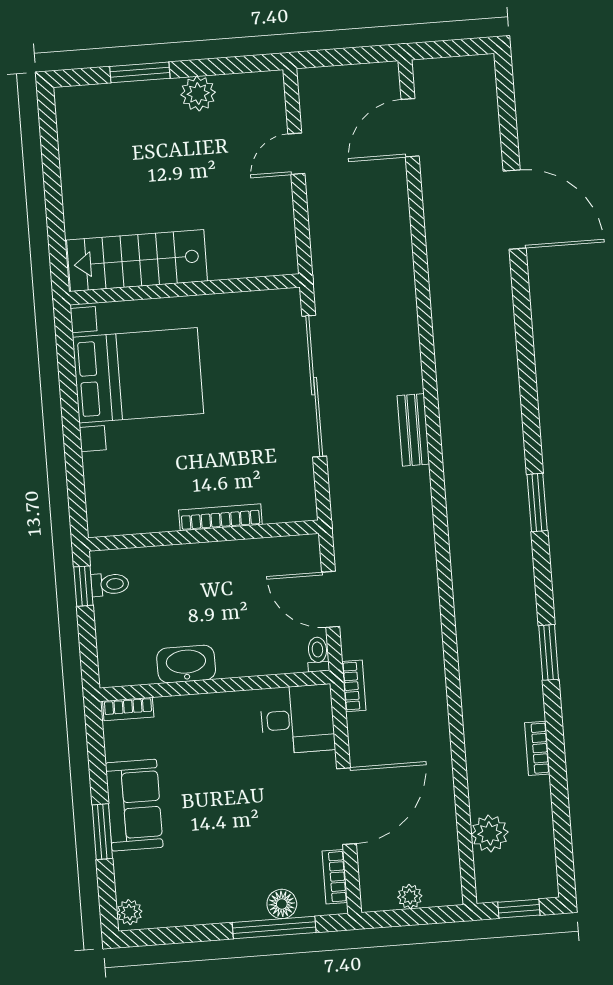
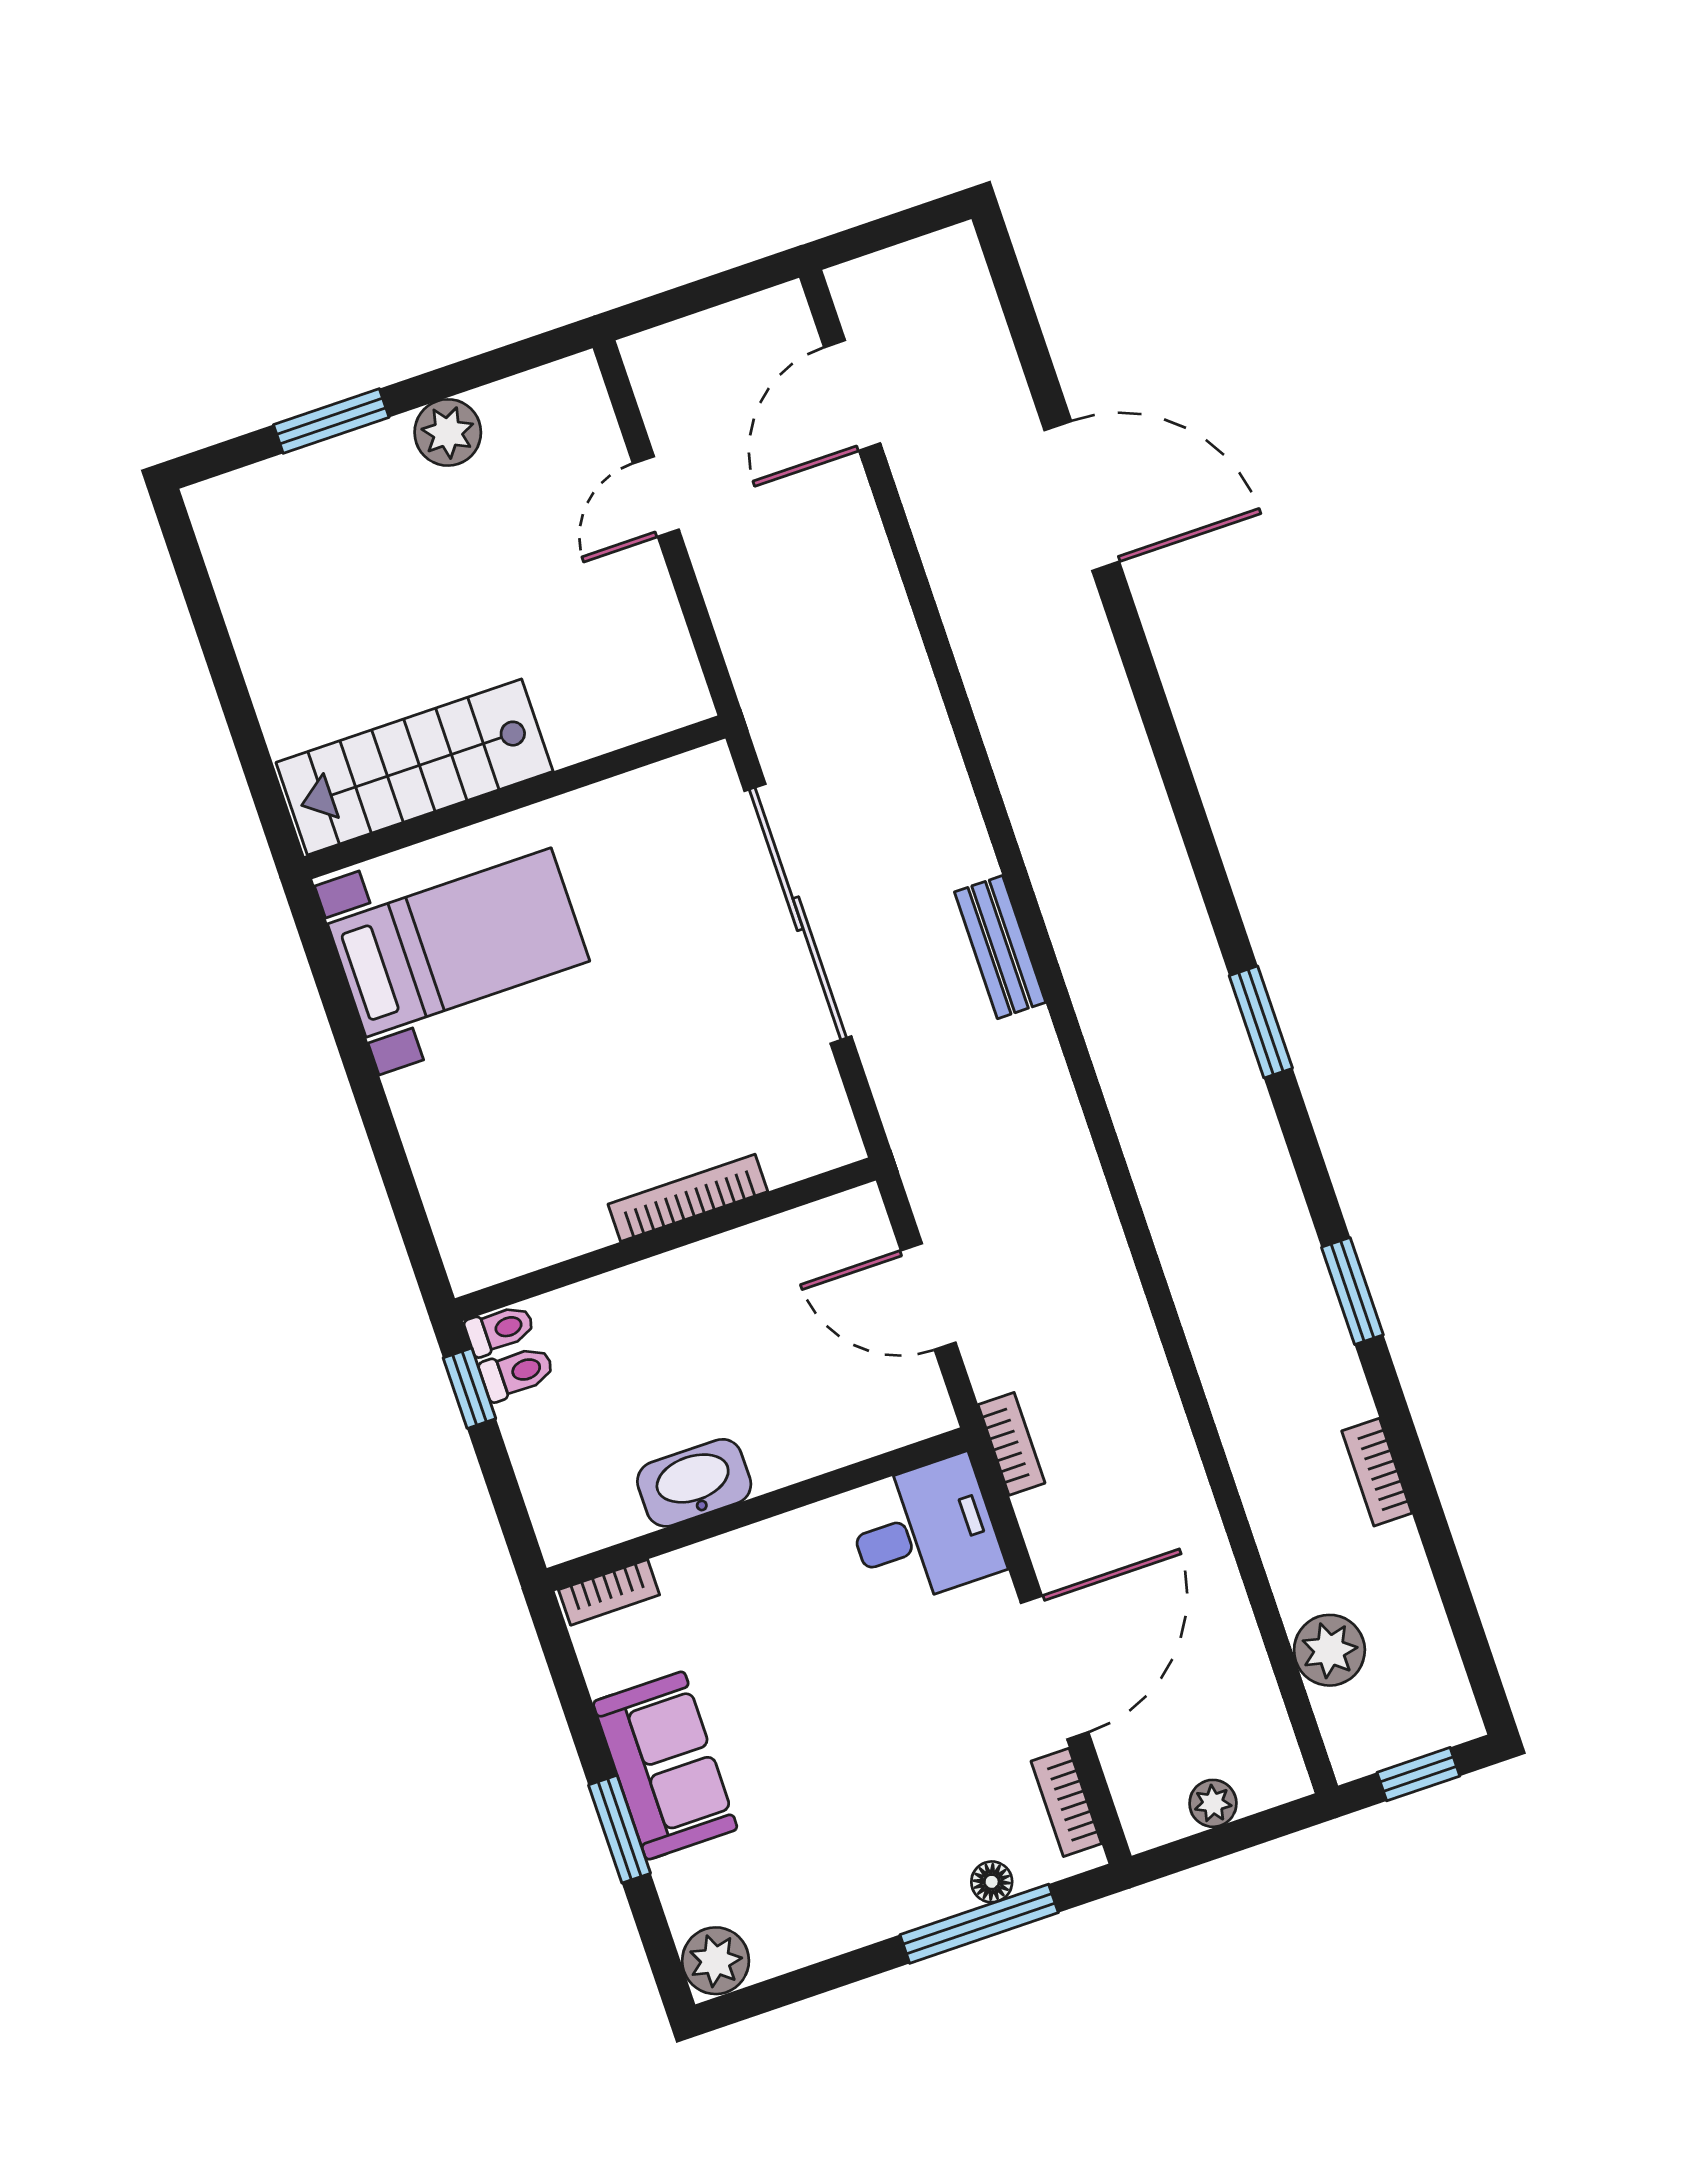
bed with nightstands: (138, 375) -> (459, 942), width x0.73
toilet: (318, 654) -> (500, 1330), moved, turned 90
floor lamp: (282, 904) -> (992, 1882), width x0.73, depth x0.73
plant: (129, 912) -> (716, 1961), width x1.38, depth x1.38

